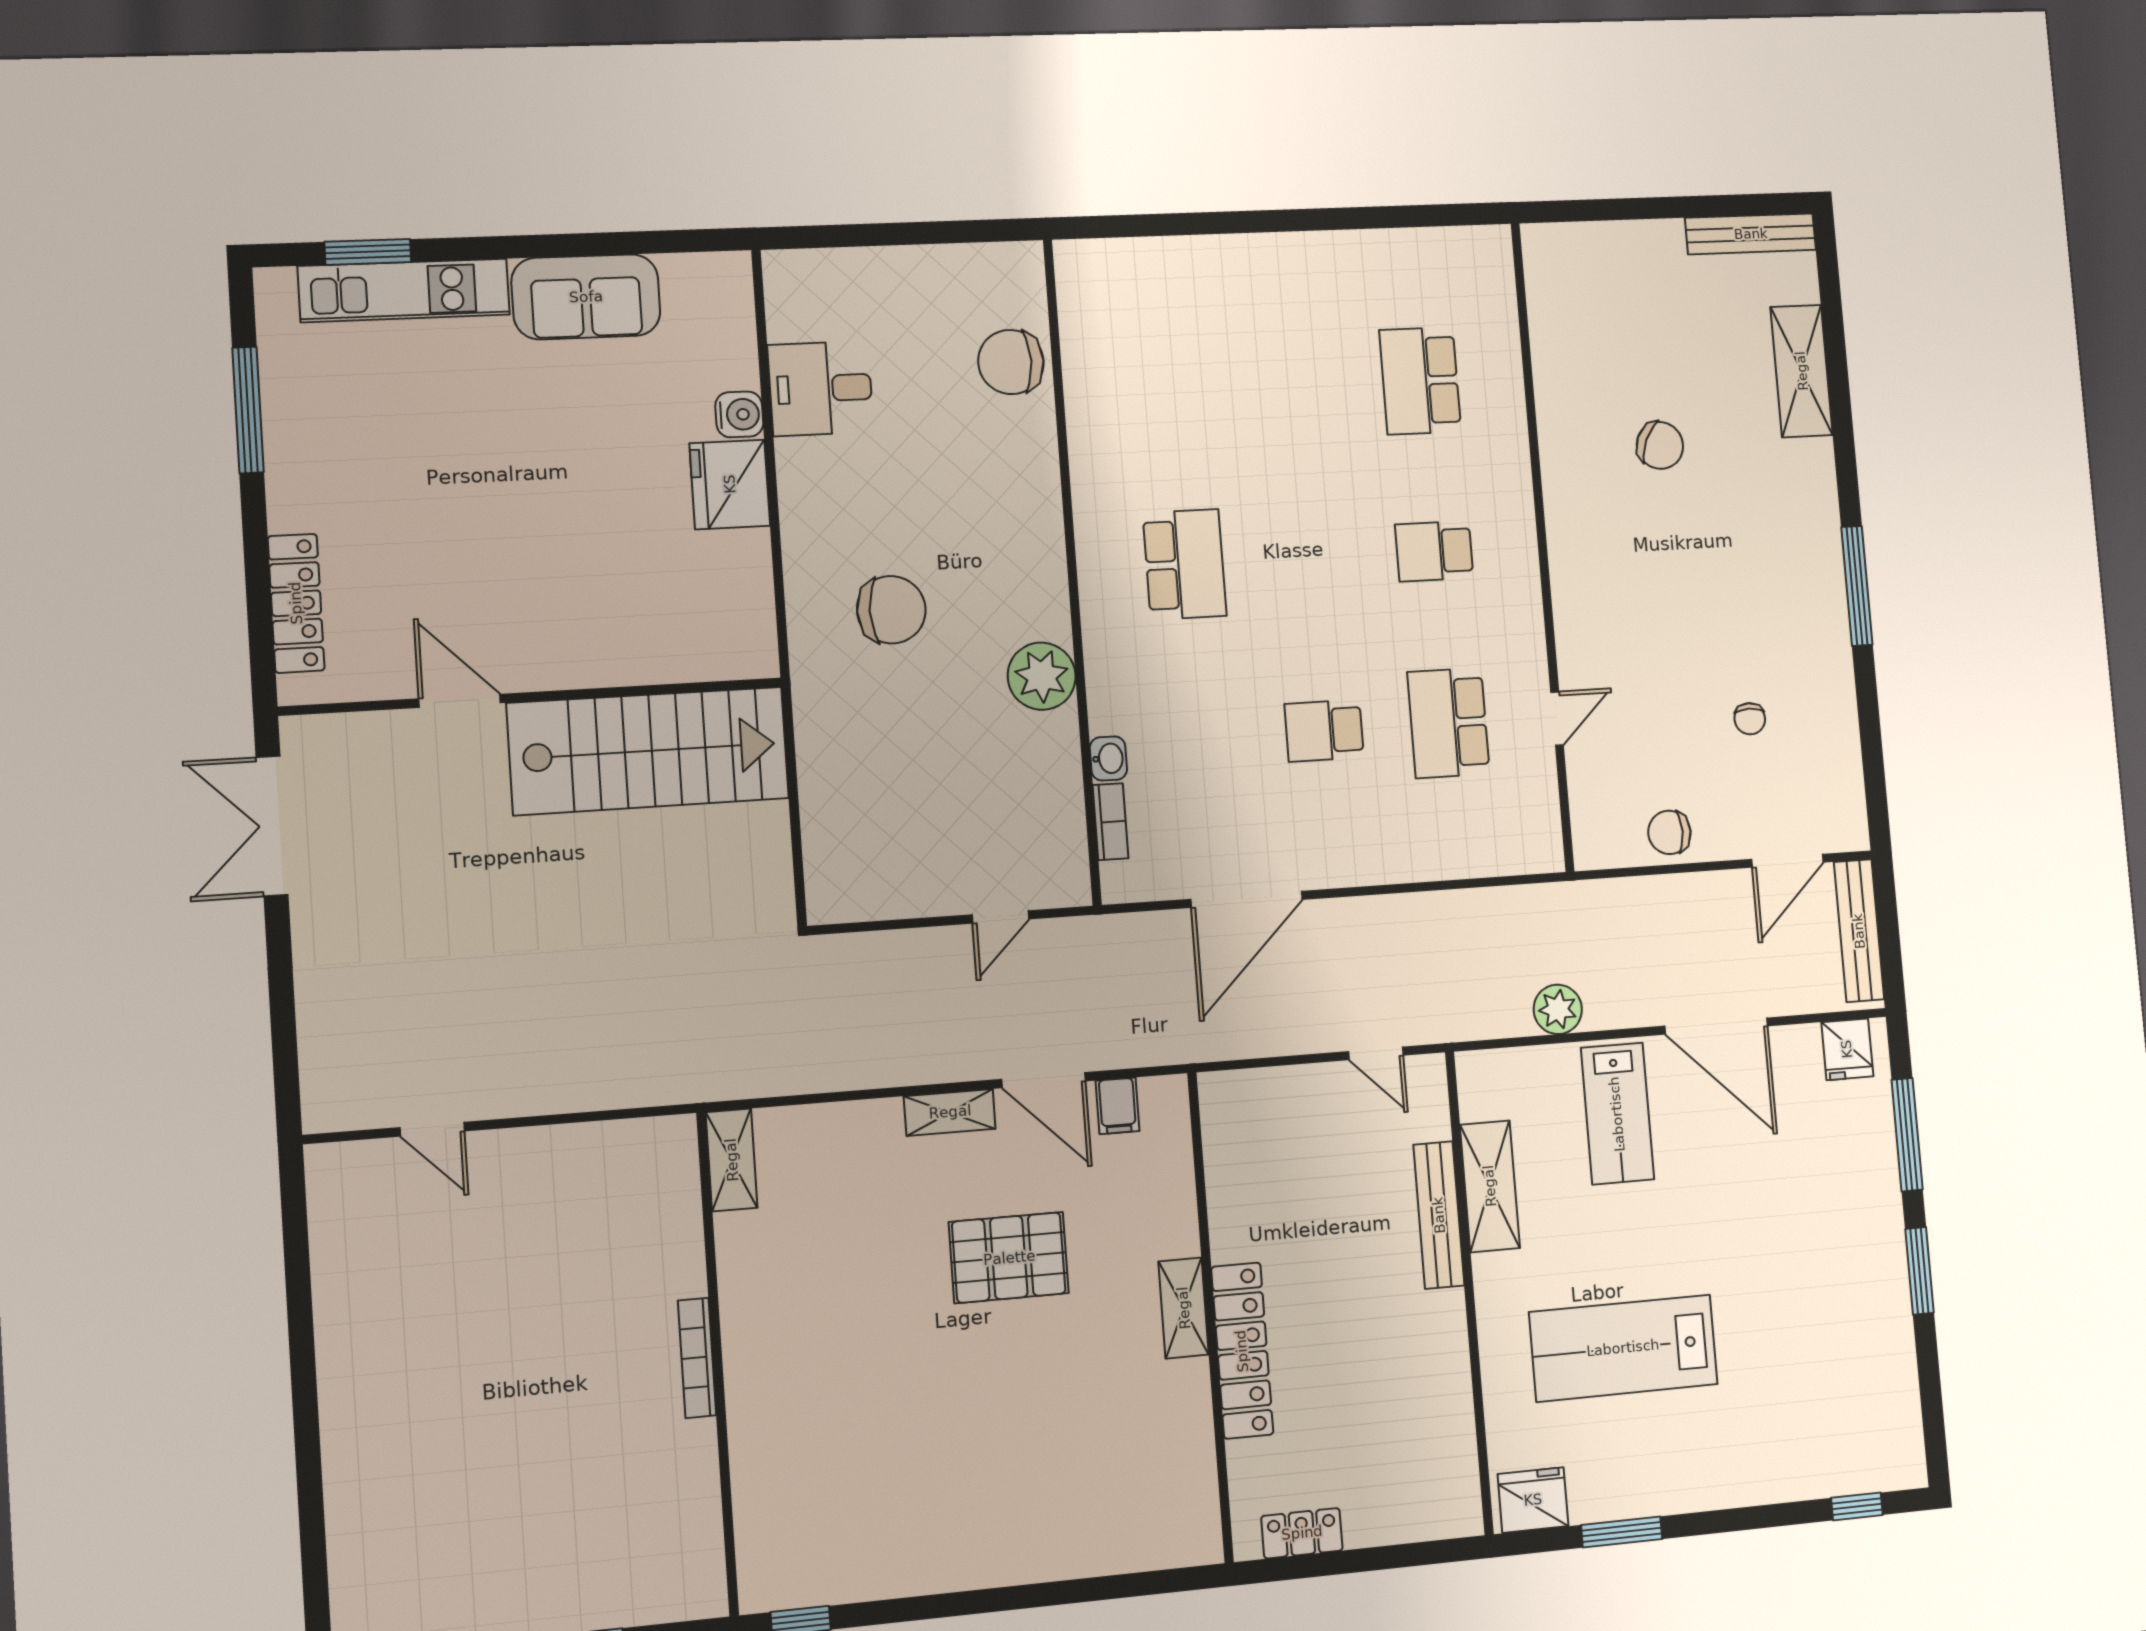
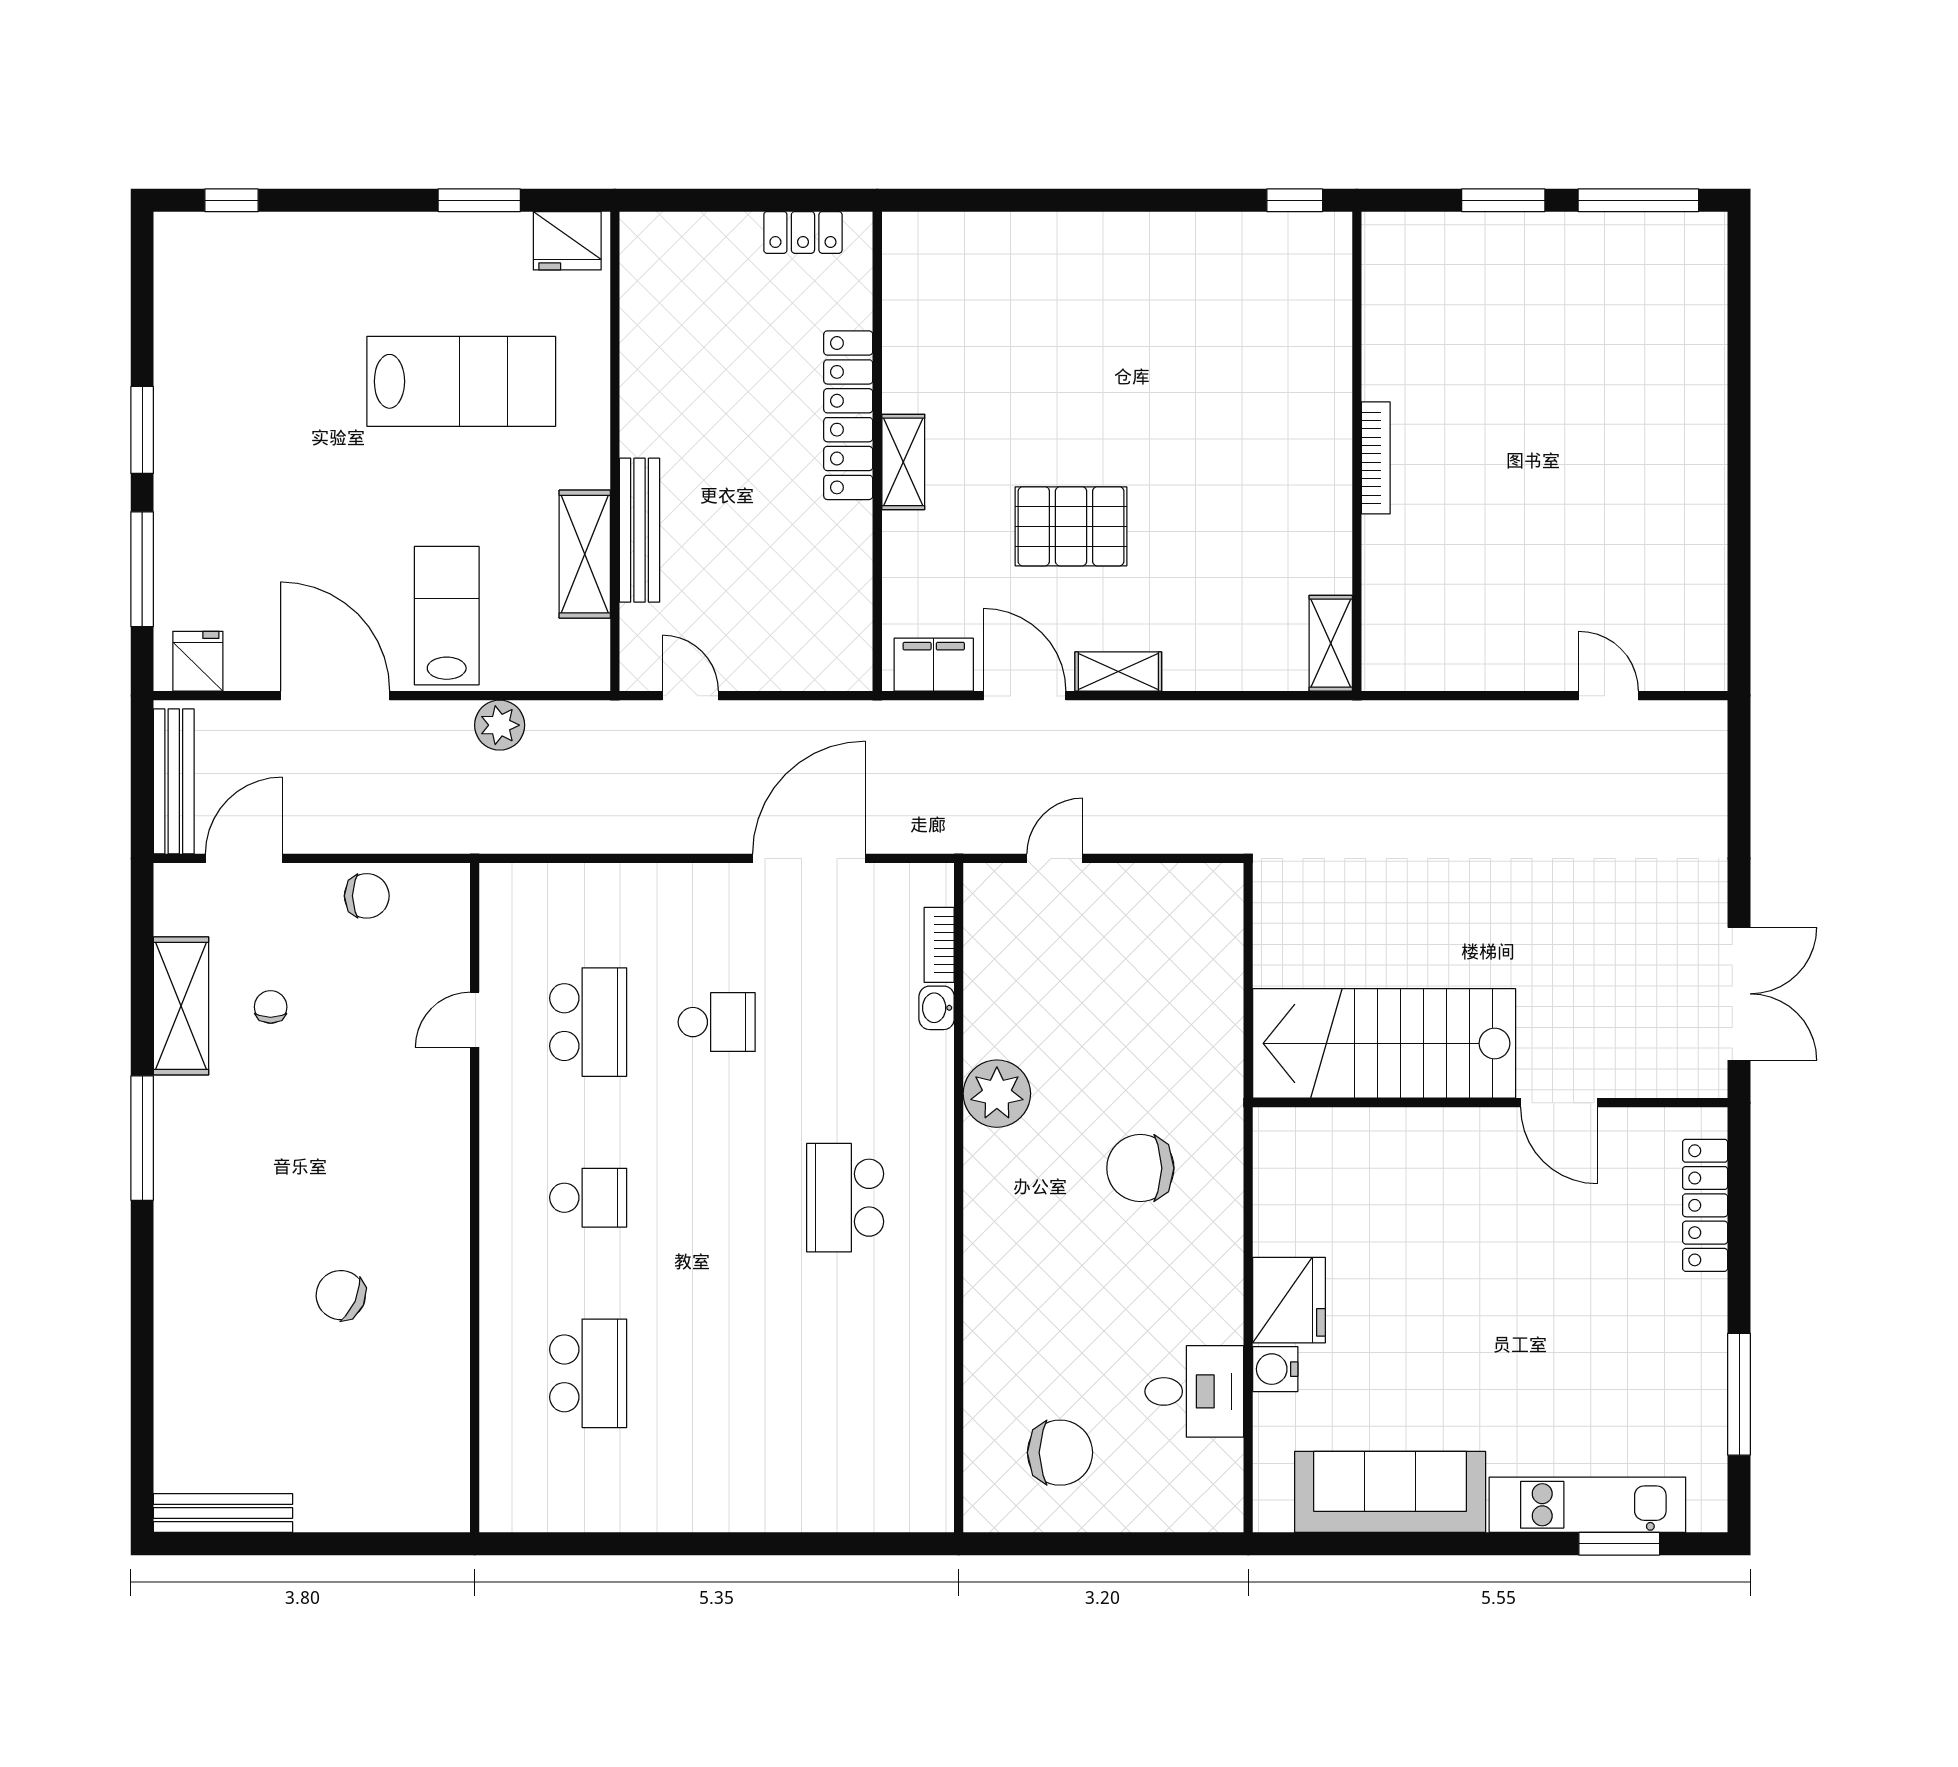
sofa: (586, 297) -> (1390, 1492), width x1.36
chair: (1011, 362) -> (1060, 1453), moved
shelving: (1802, 371) -> (181, 1006), moved
filing cabinet: (1117, 1106) -> (934, 665), width x2.00

